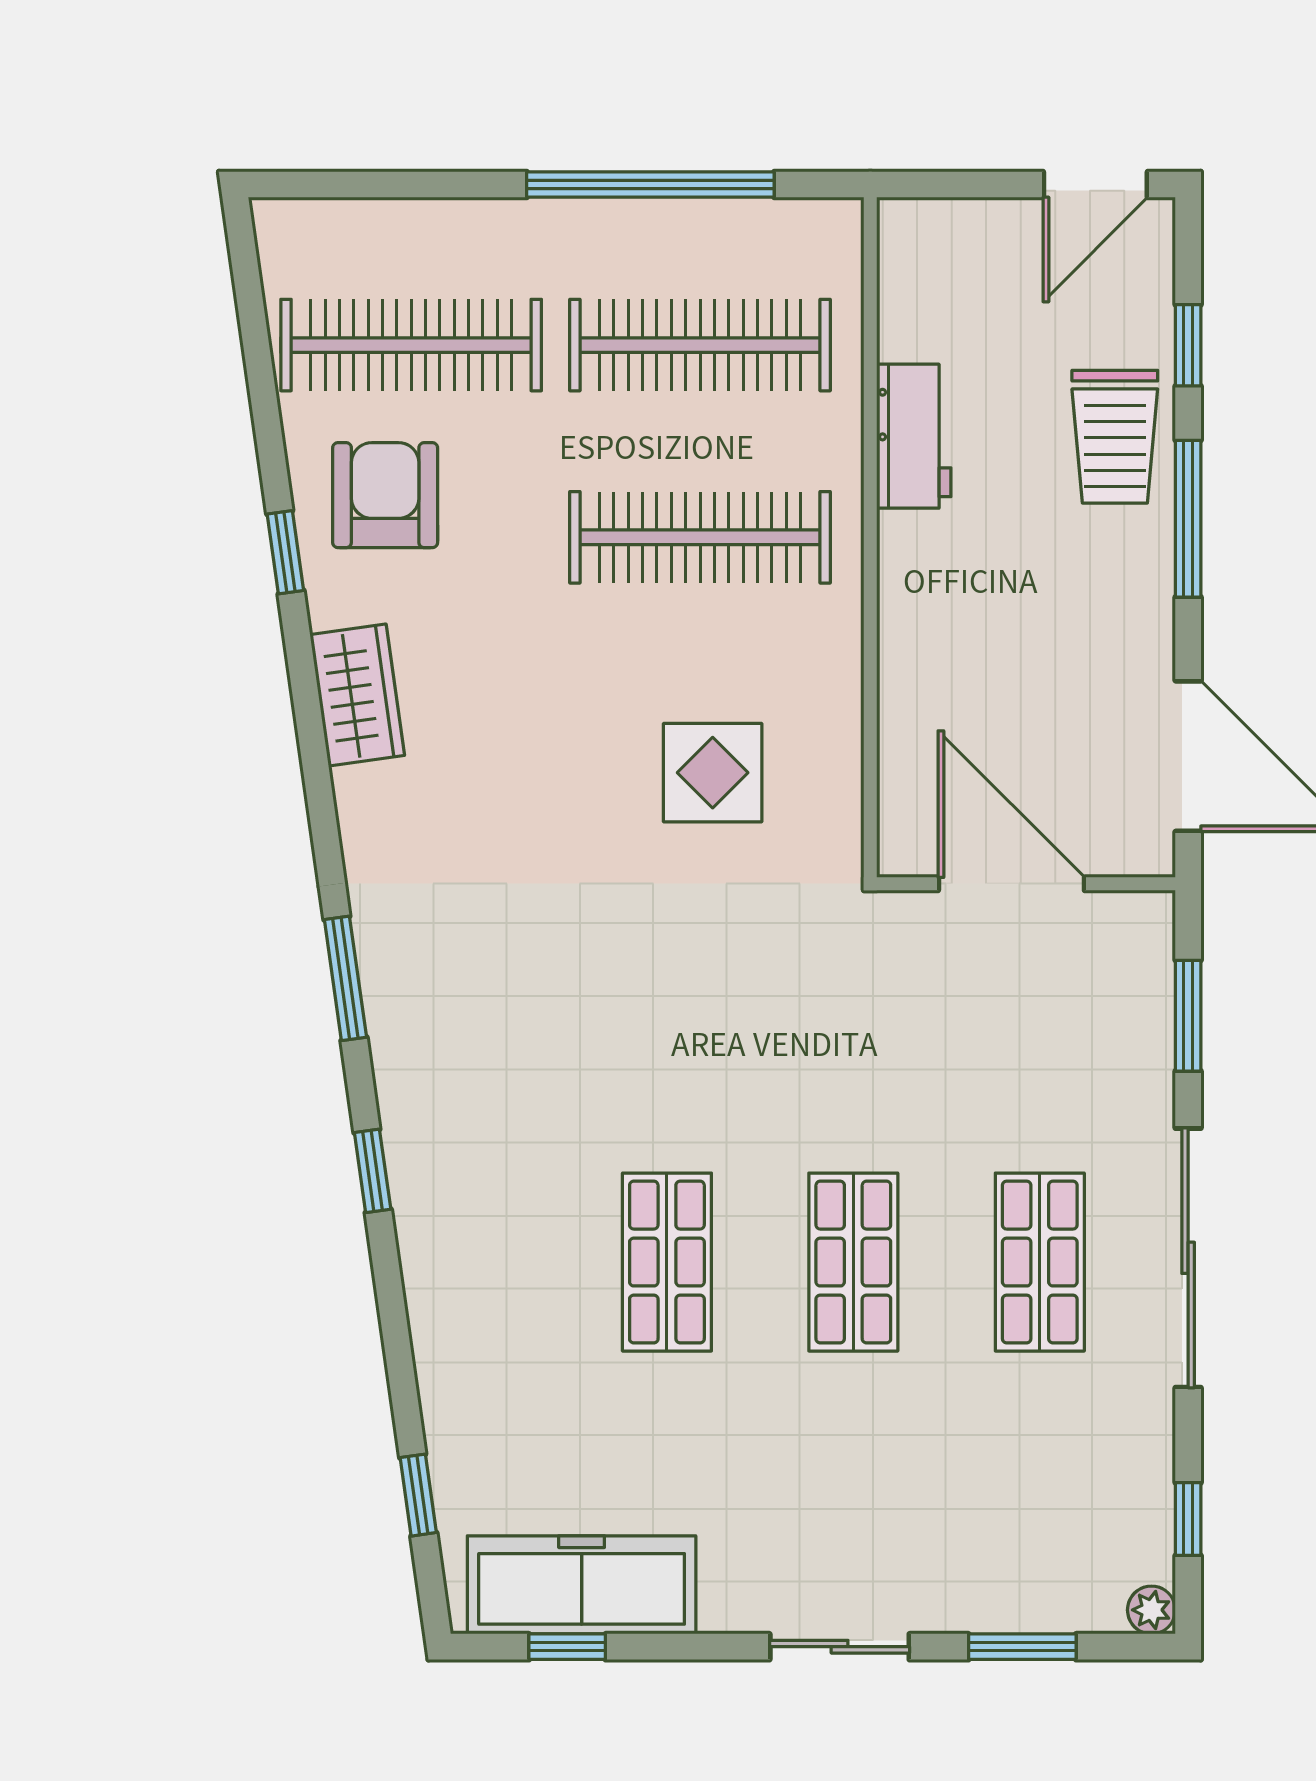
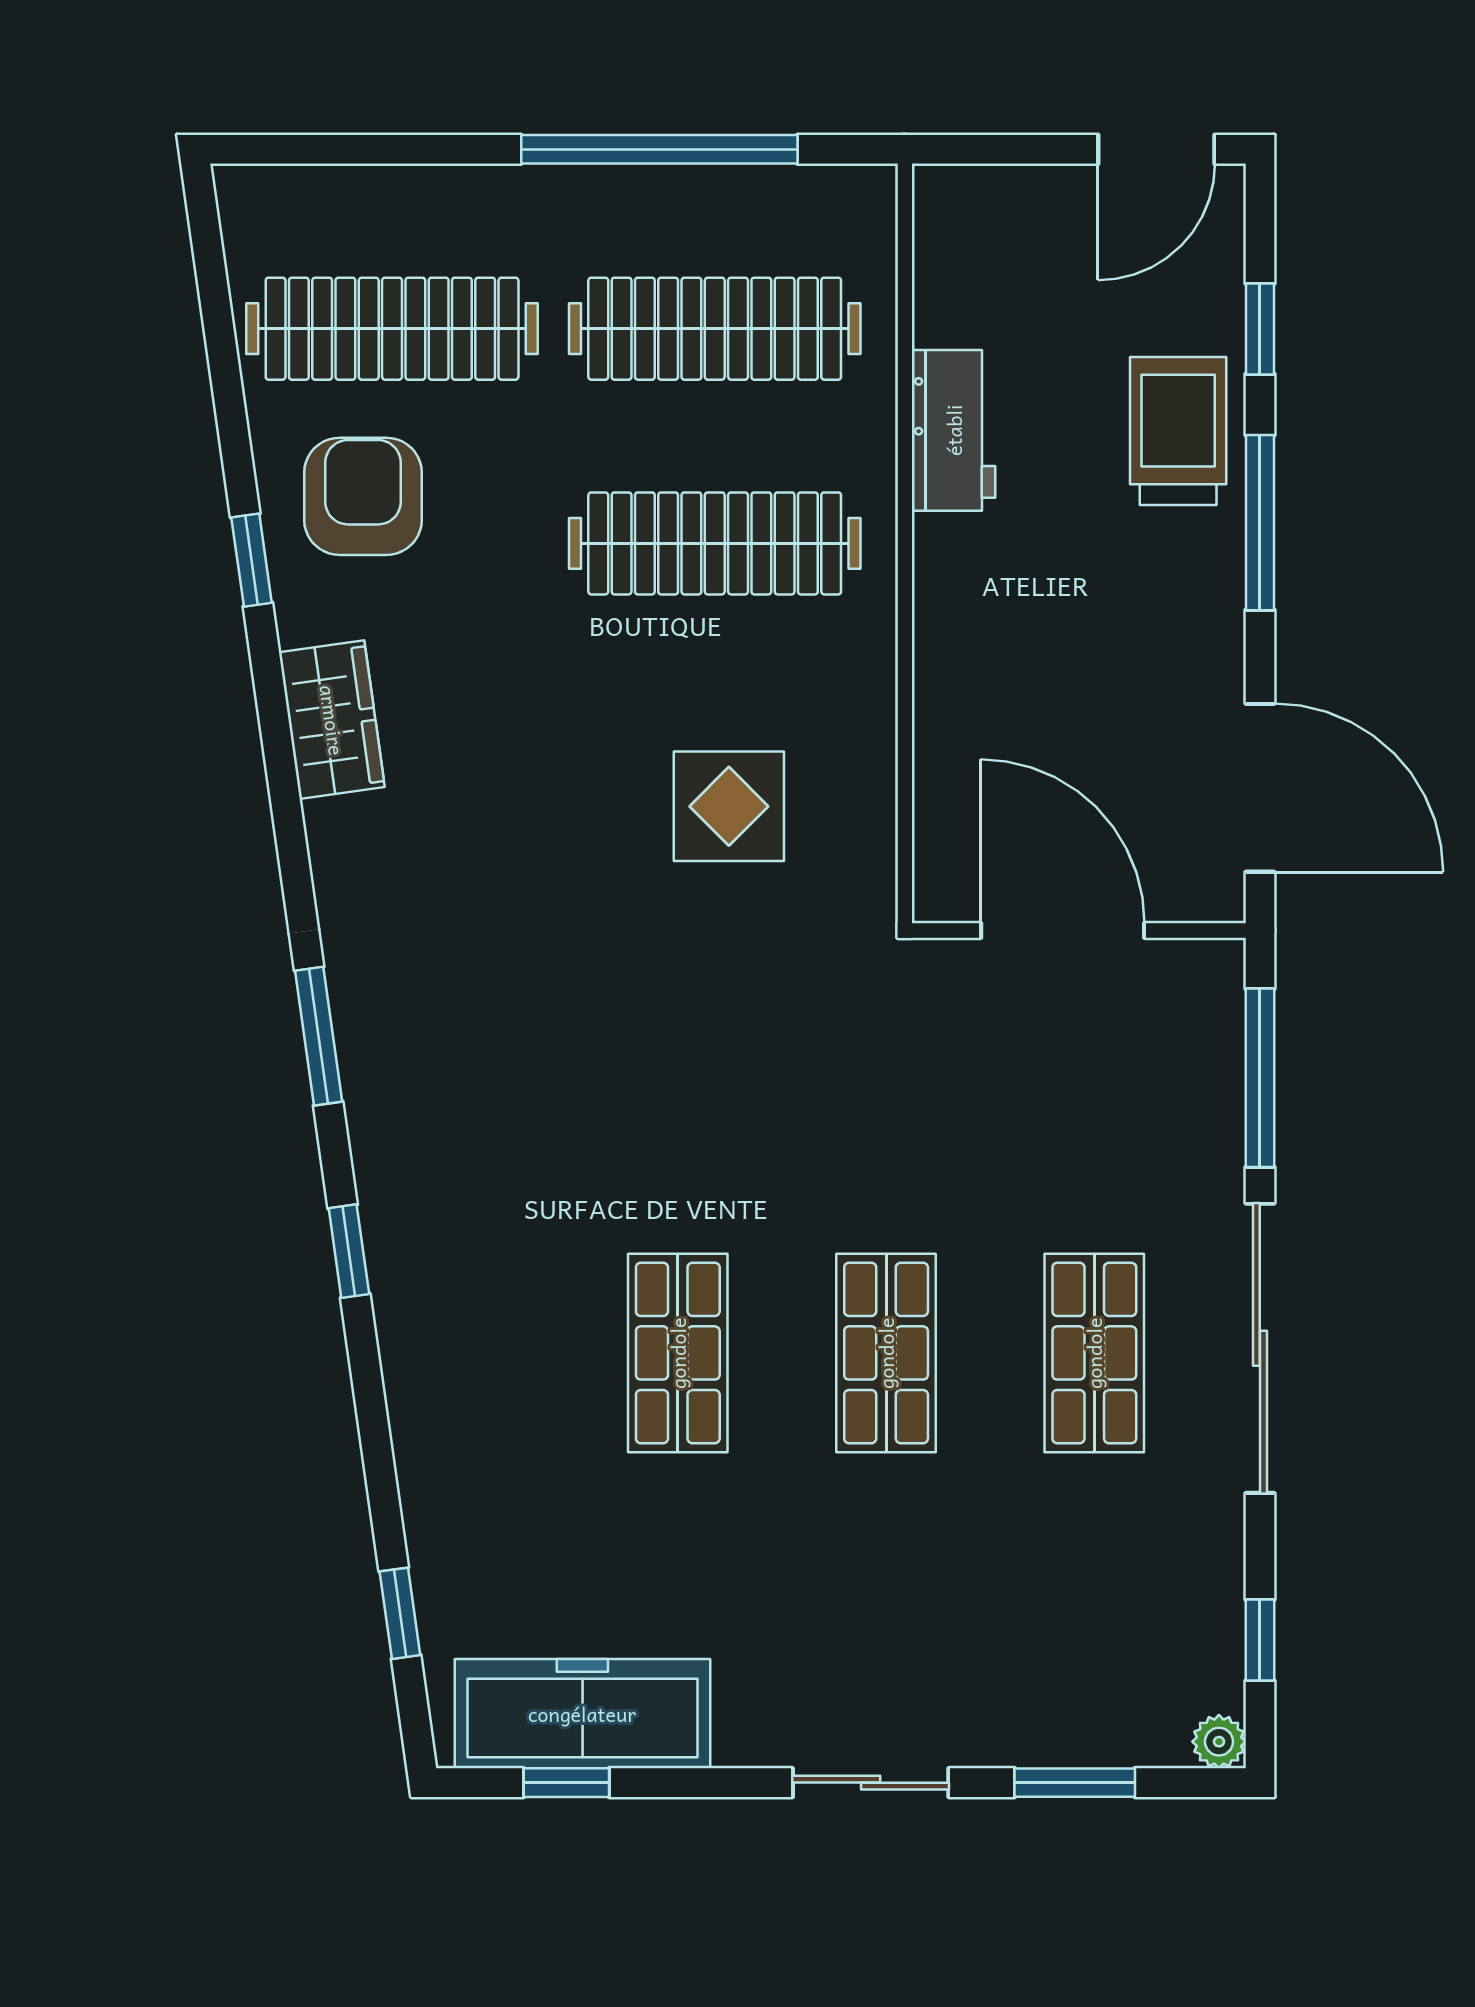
trolley: (1115, 437) -> (1178, 431), turned 180
window: (1188, 1016) -> (1260, 1078), width x1.44

